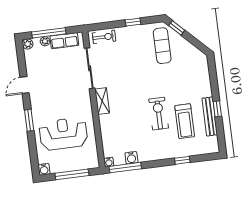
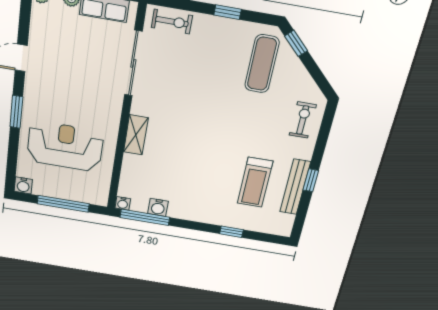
shelving: (102, 101) -> (136, 135), moved
exercise bike: (159, 114) -> (303, 120), moved, width x0.73, depth x0.72

